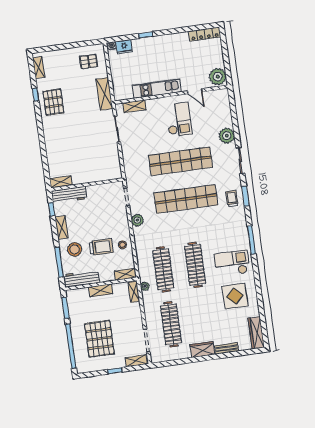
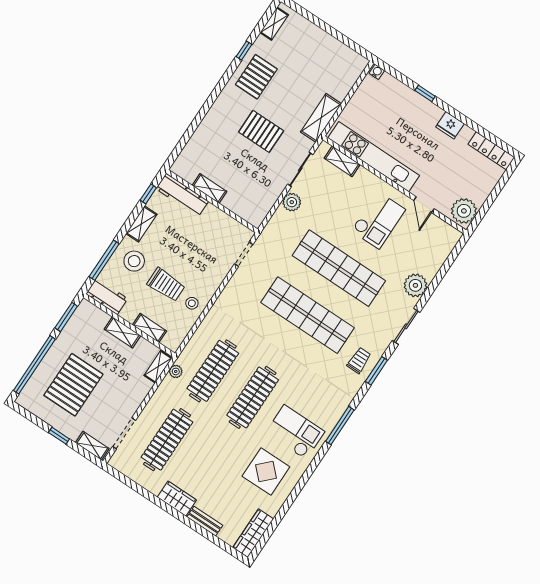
fridge: (124, 47) -> (450, 125), moved
pallet: (88, 62) -> (261, 131), moved, width x1.50, depth x1.42
kitchen unit: (157, 89) -> (374, 157), width x1.36
shelving: (61, 182) -> (209, 188), moved
plant: (137, 220) -> (292, 202), moved
shelving: (125, 274) -> (149, 328), moved
workbench: (81, 279) -> (107, 296), width x0.73

